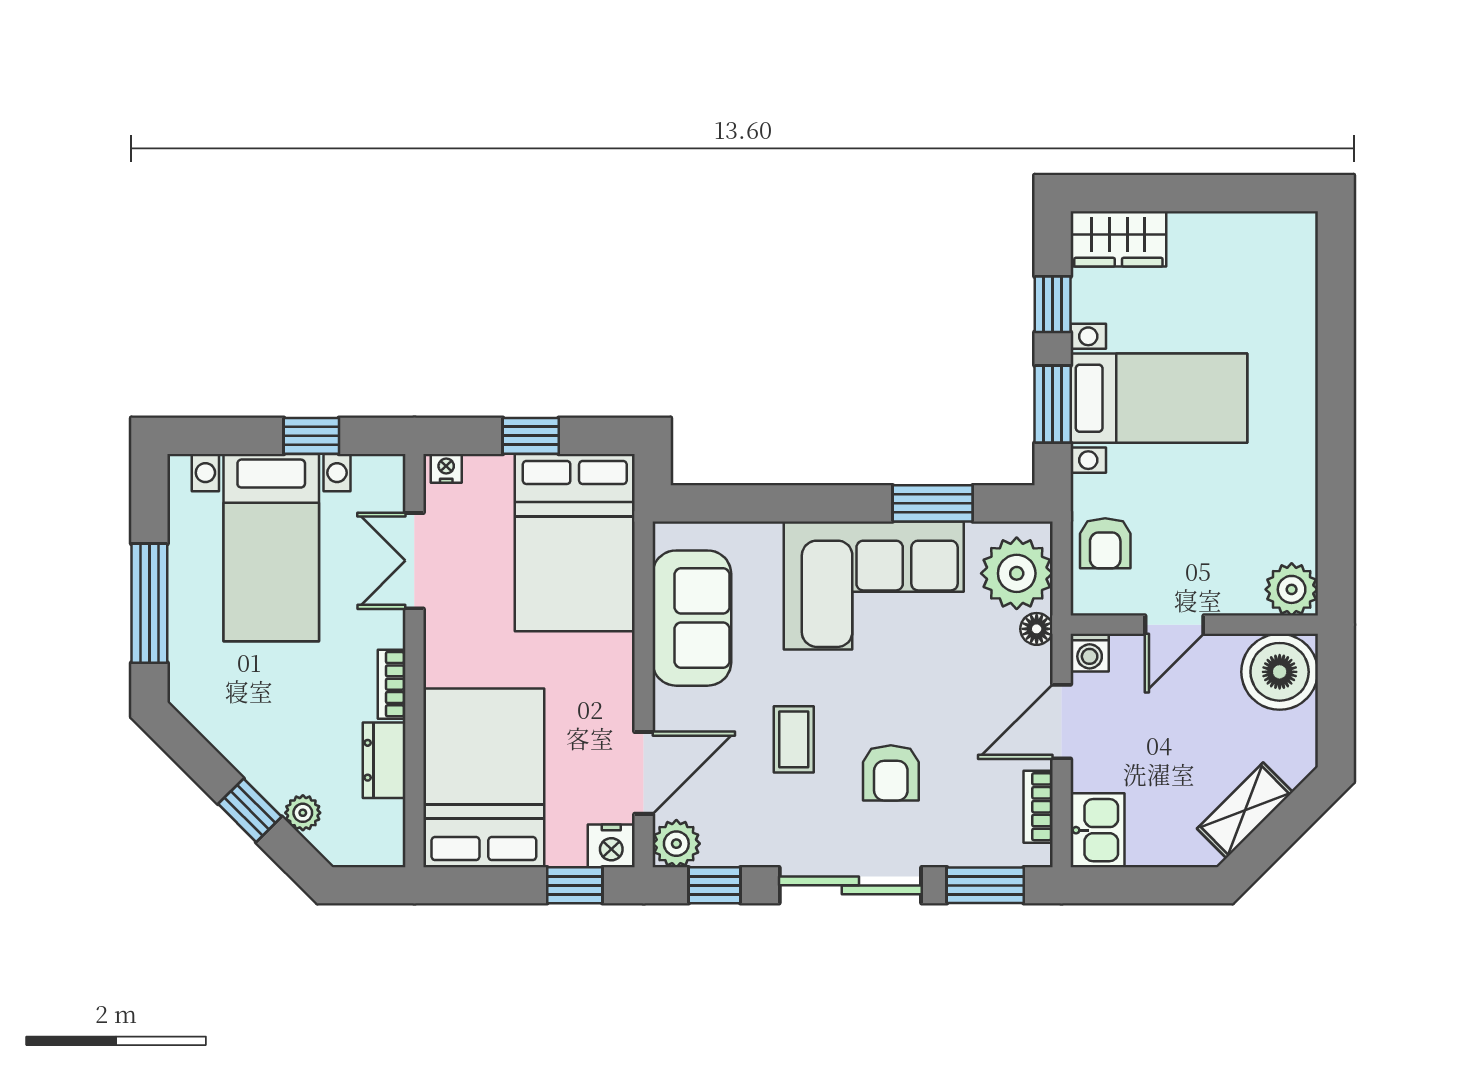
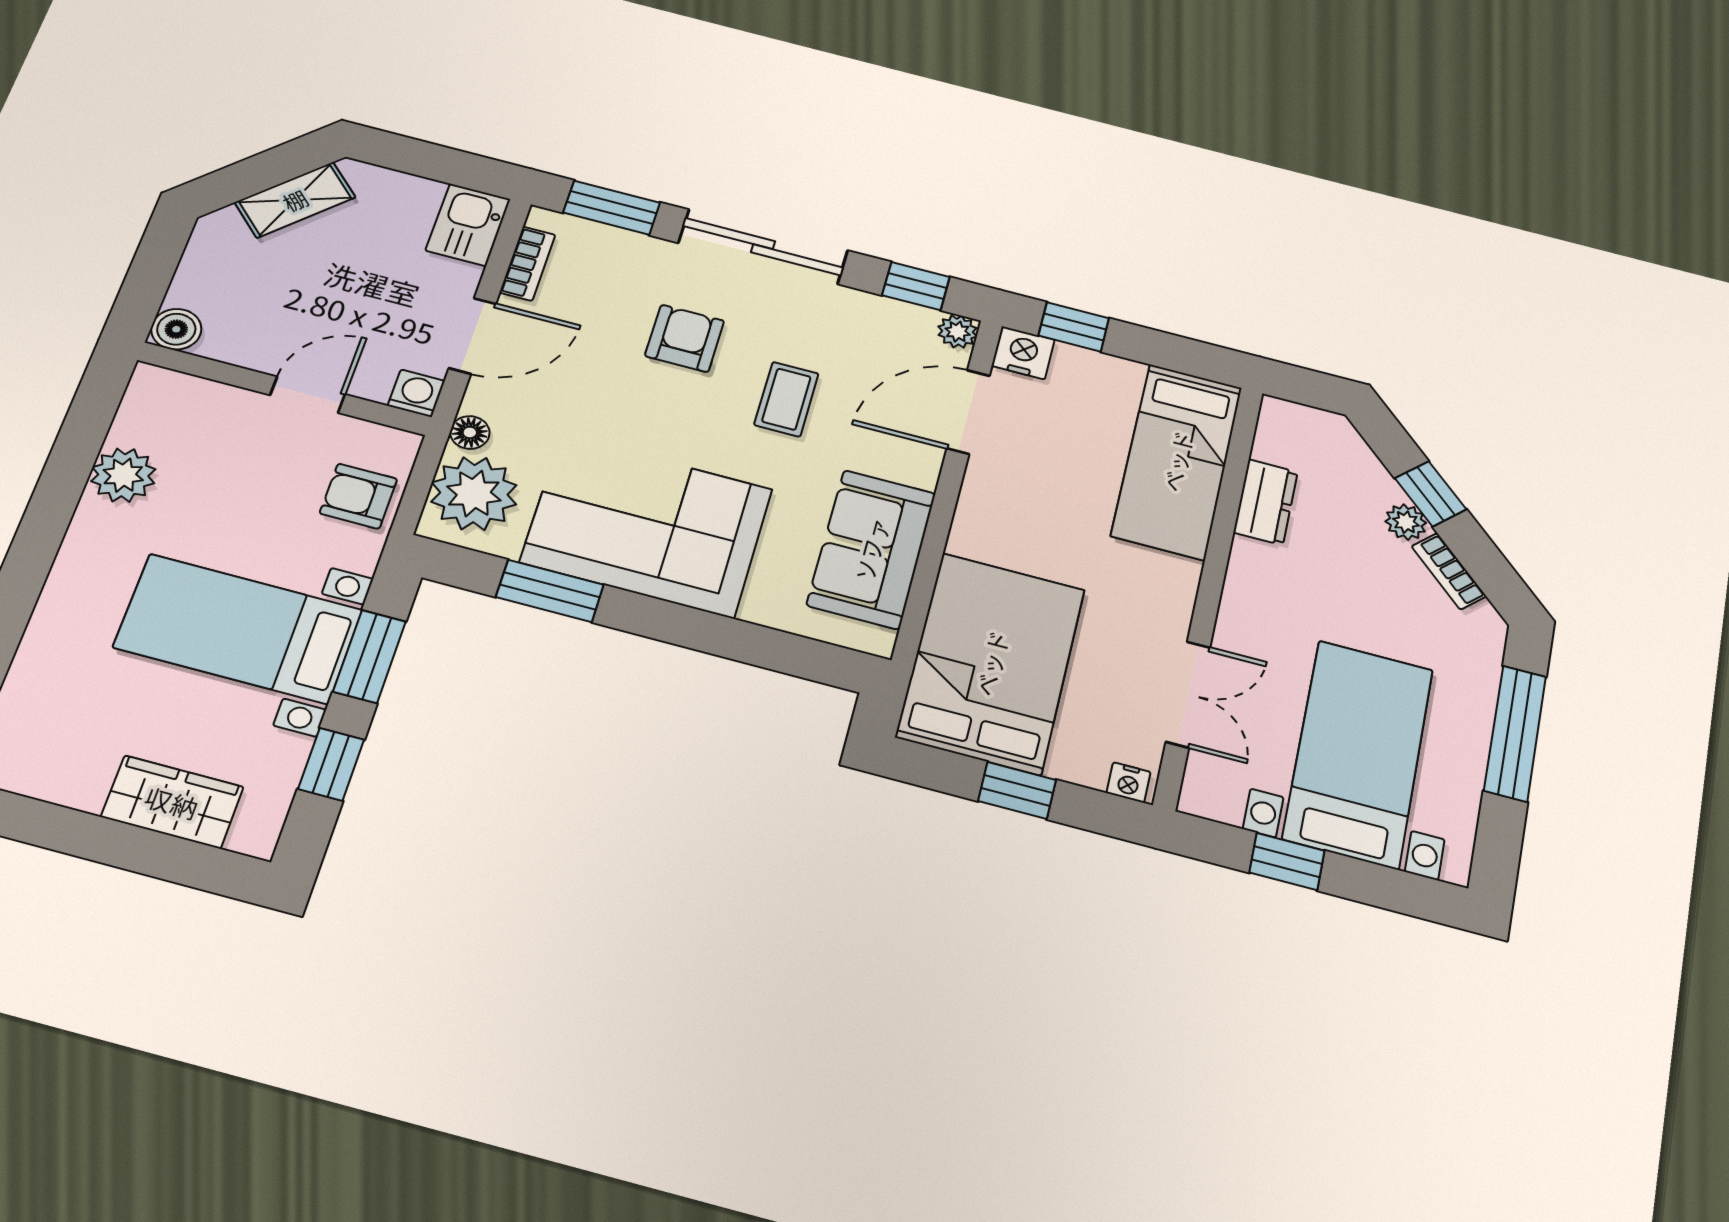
wardrobe: (1118, 239) -> (172, 802), moved
armchair: (1105, 543) -> (358, 496), turned -90
plant: (1292, 589) -> (123, 475), moved
boiler: (1280, 672) -> (176, 329), width x0.54, depth x0.54
bookcase: (392, 684) -> (1449, 571), moved, turned 135
bed: (484, 778) -> (1177, 461), width x0.67
plant: (303, 813) -> (1406, 522), moved
plant: (676, 844) -> (958, 332), width x0.73, depth x0.73

